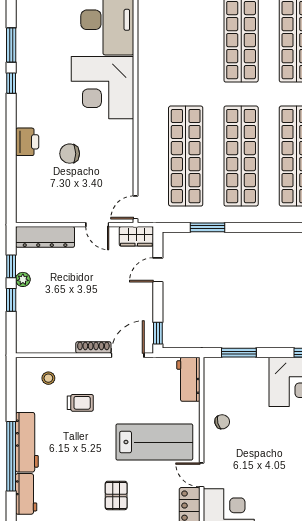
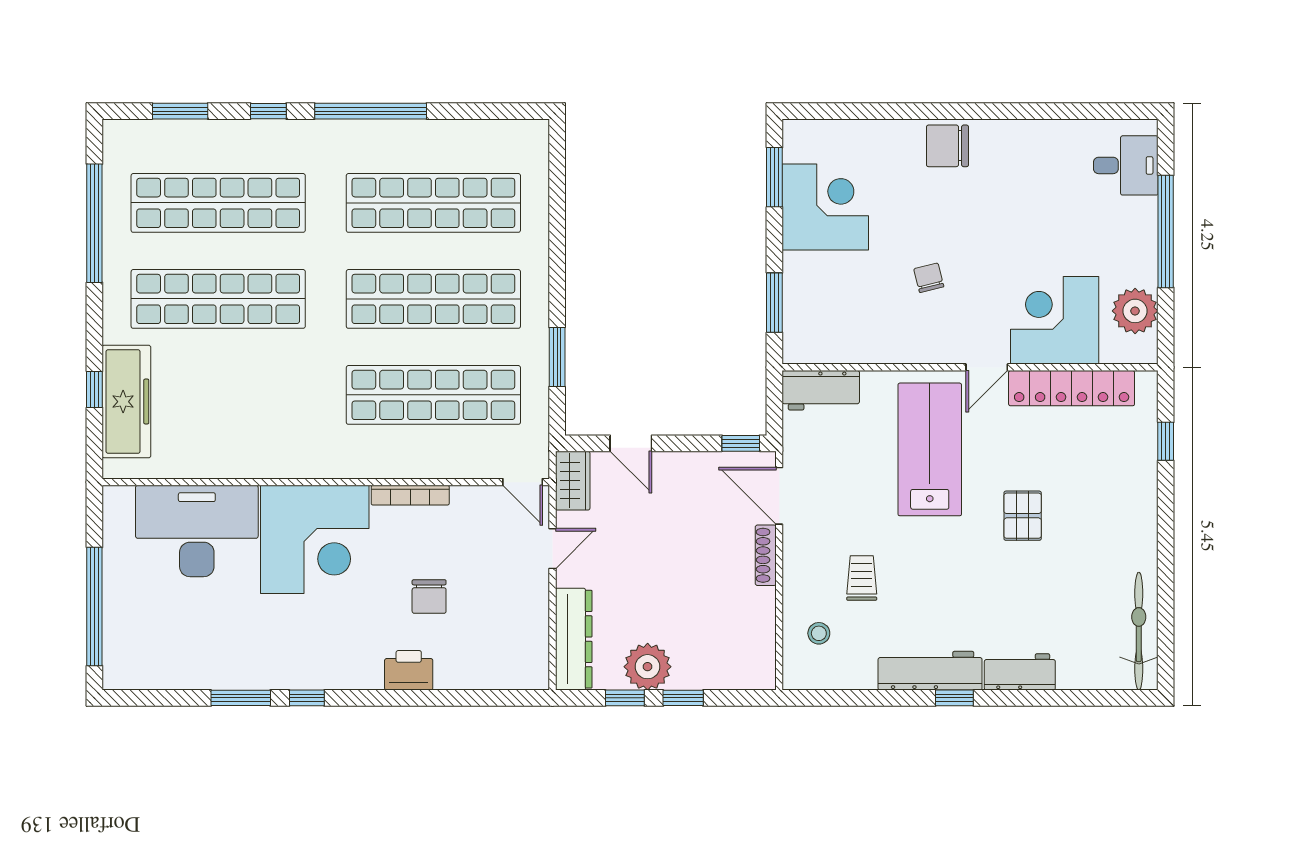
bookcase: (128, 143) -> (410, 495), added
plant: (23, 279) -> (648, 667), width x1.87, depth x1.87
chair: (222, 422) -> (929, 278), moved
window: (11, 456) -> (954, 698), width x0.32
pallet: (116, 495) -> (1023, 516), turned 90

